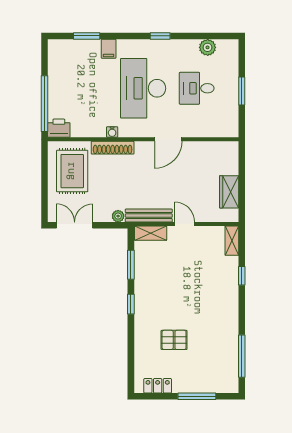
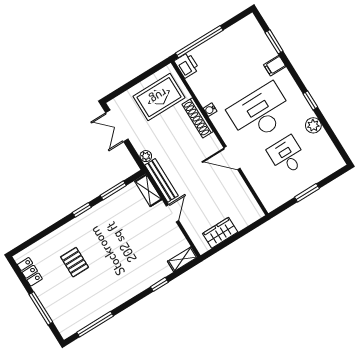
plant: (208, 47) -> (313, 125), moved
double door: (75, 225) -> (117, 126), swing flipped

